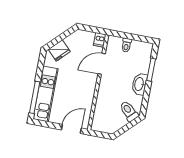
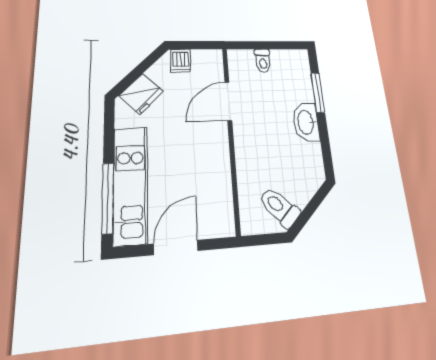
dishwasher: (100, 40) -> (181, 61), moved
toilet: (129, 111) -> (280, 207), moved
door: (71, 129) -> (176, 247), moved

